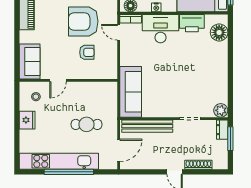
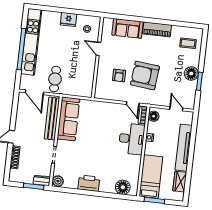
armchair: (83, 21) -> (145, 75), turned -84
printer: (192, 23) -> (89, 183), moved, turned 90
door: (119, 32) -> (133, 104), swing flipped
sofa: (30, 61) -> (127, 28), moved
sofa: (131, 92) -> (68, 119), moved, turned -90
cafe table: (87, 124) -> (55, 79), moved

